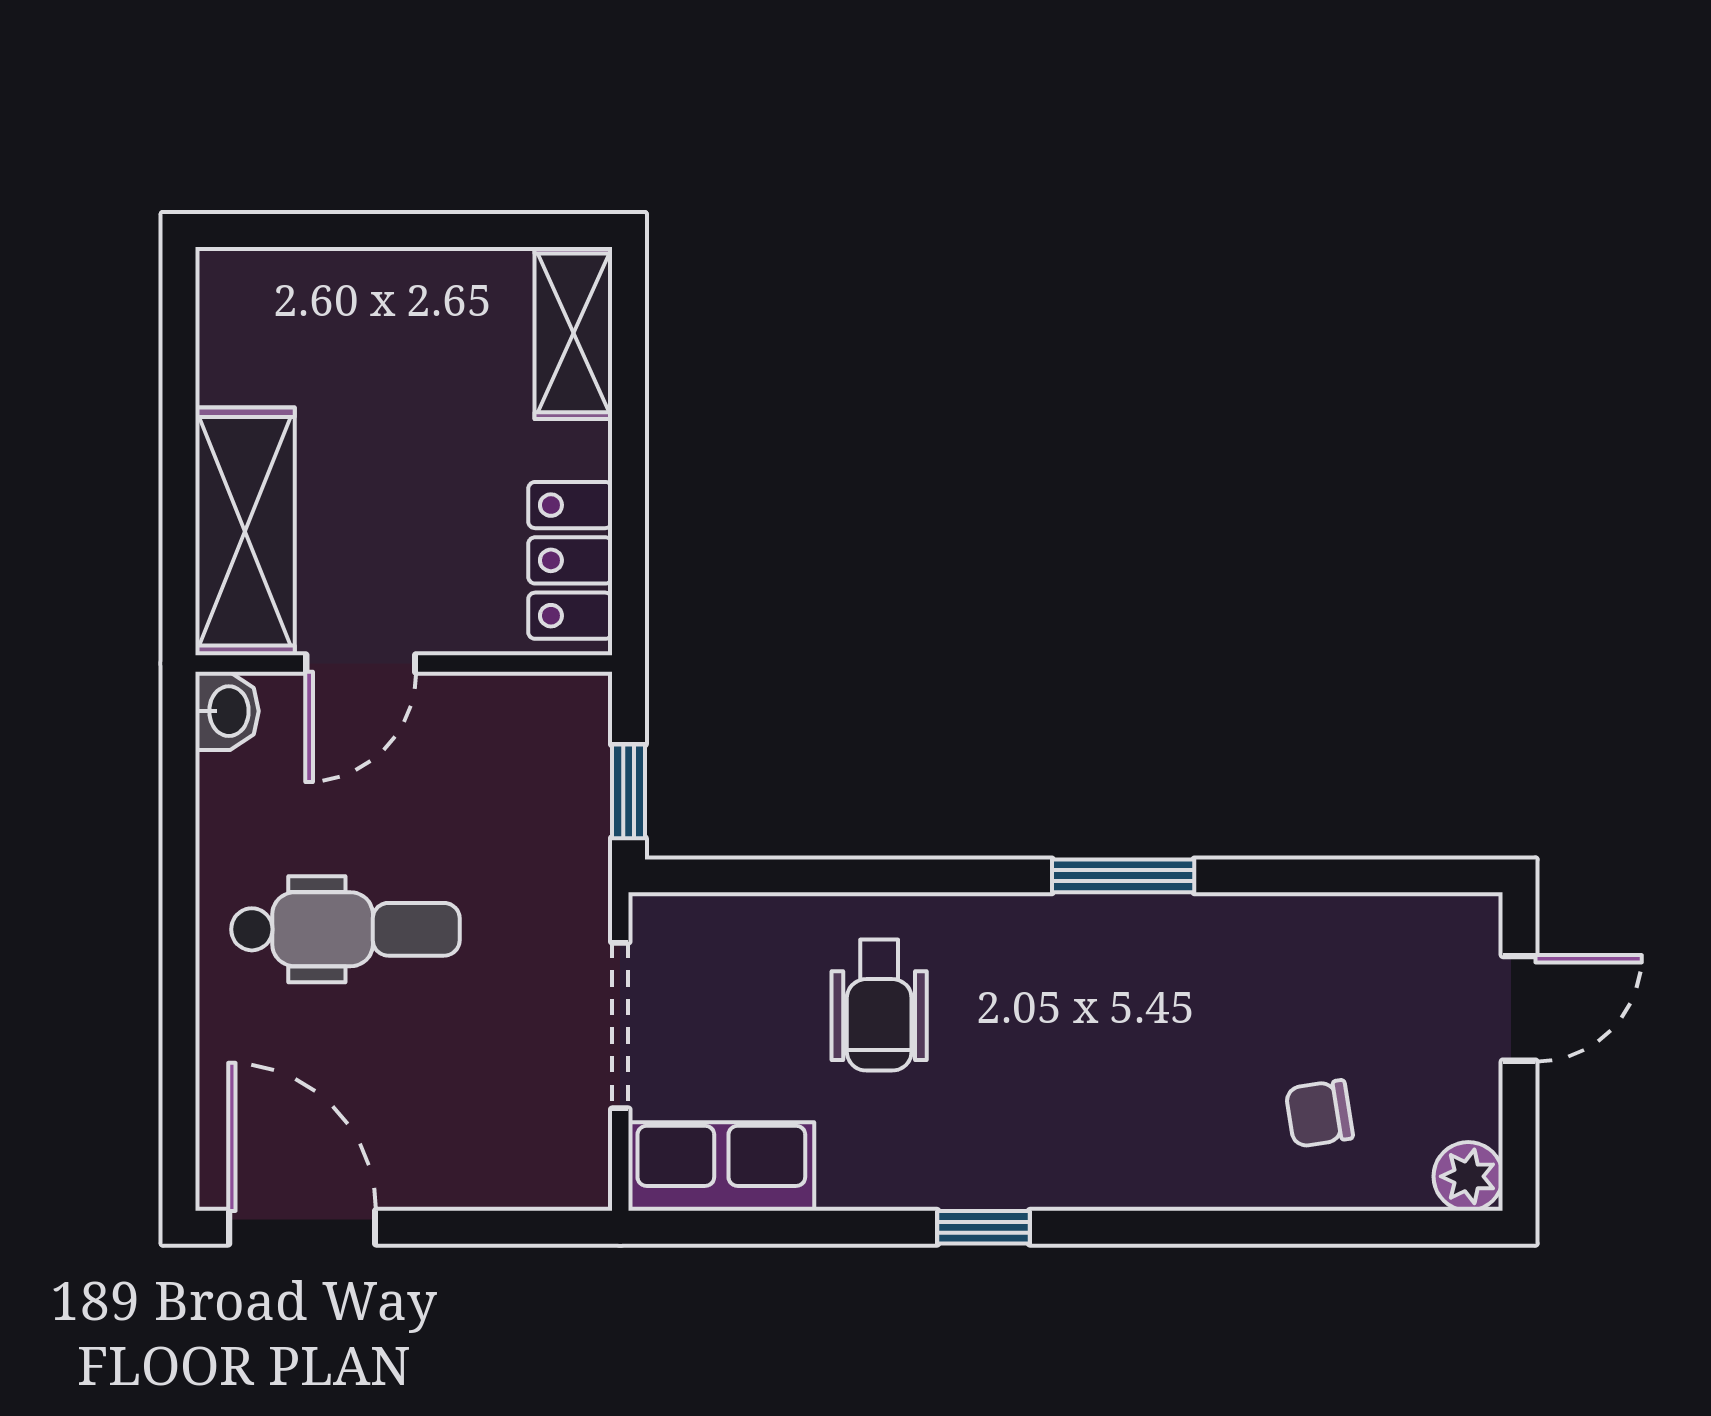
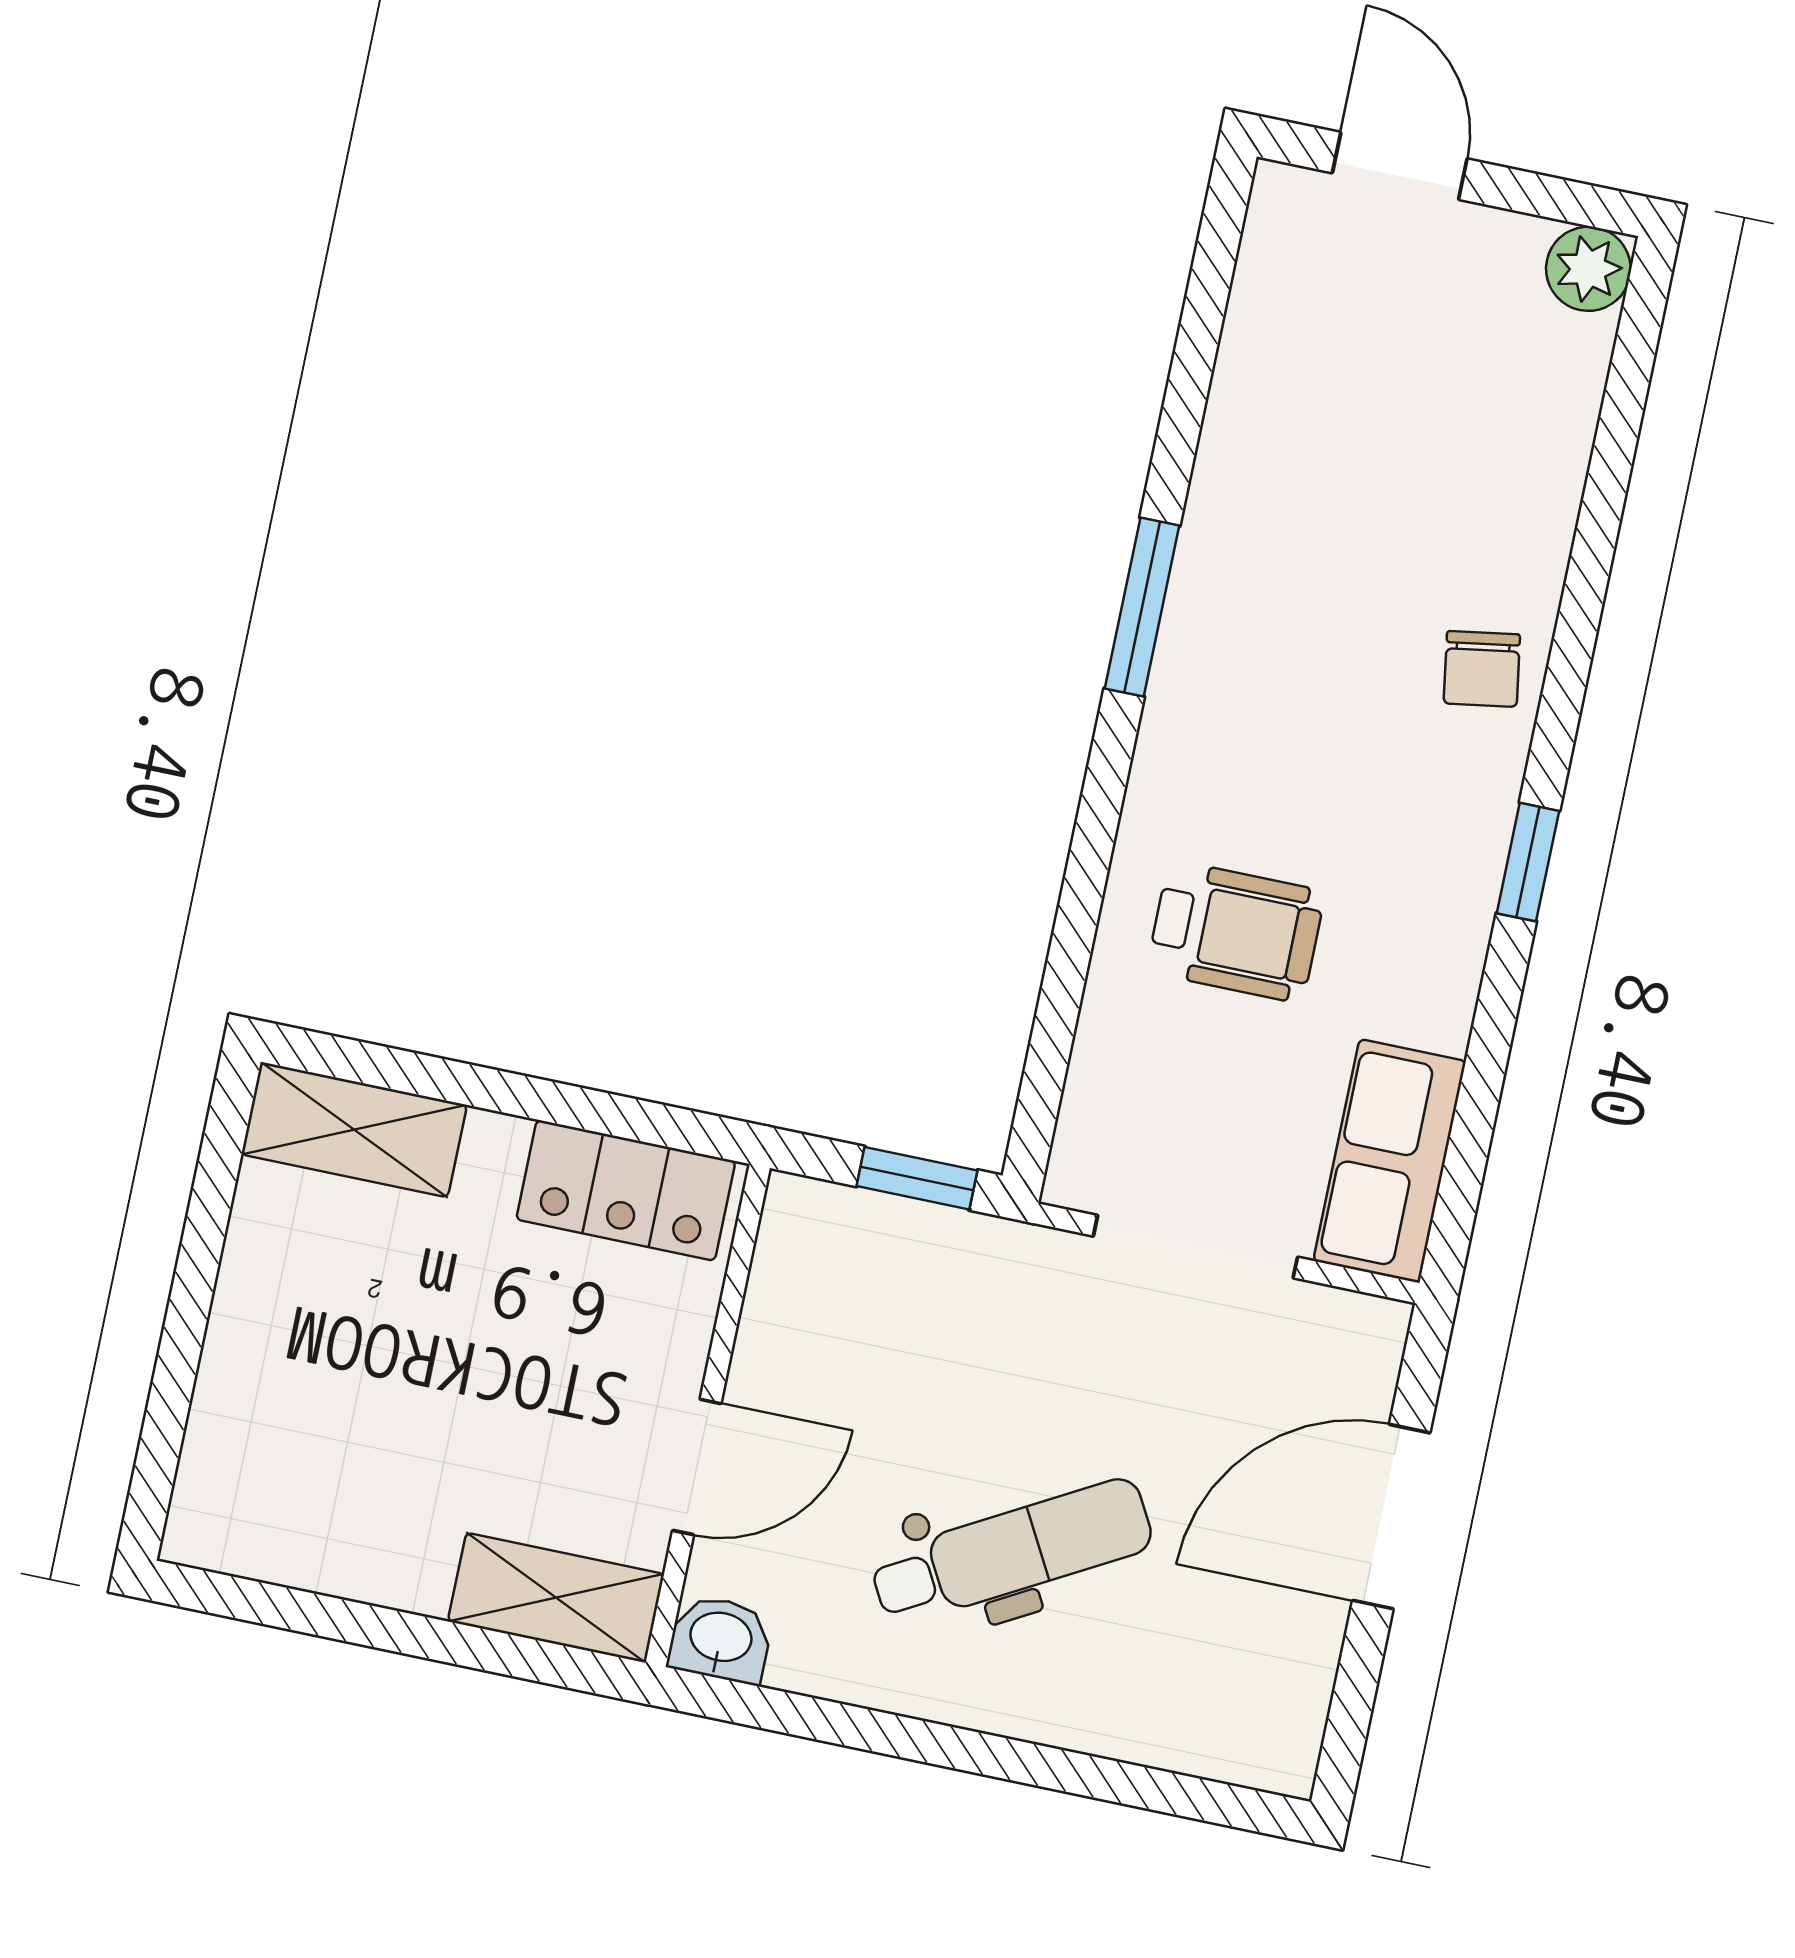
shelving: (245, 531) -> (556, 1598), width x0.67, depth x0.75
door: (361, 663) -> (697, 1467), hinge flipped
dental chair: (345, 929) -> (1011, 1552), turned 61
chair: (1319, 1114) -> (1482, 669), moved
door: (302, 1227) -> (1391, 1517), moved

